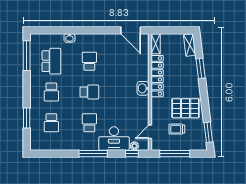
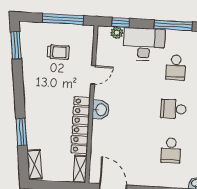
pallet: (186, 108) -> (45, 80), removed
door: (150, 132) -> (93, 75), moved

